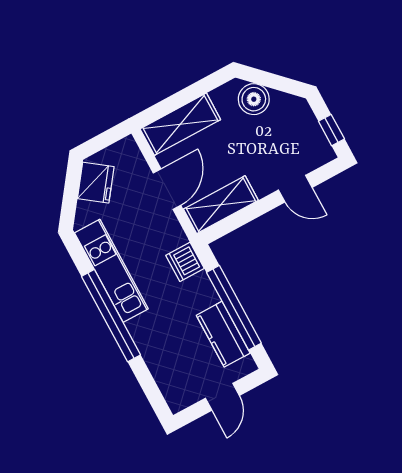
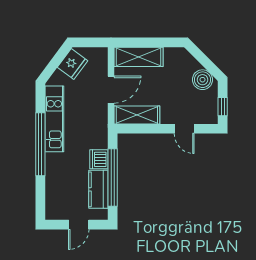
boiler: (254, 99) -> (203, 80), moved
dishwasher: (185, 262) -> (99, 159), moved

